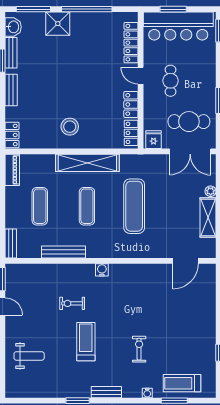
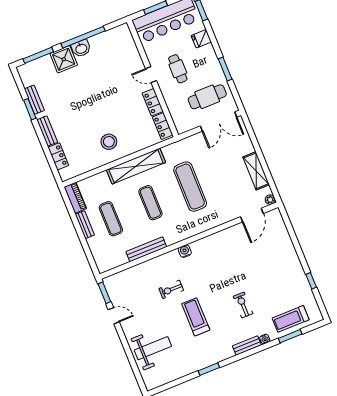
washbasin: (13, 27) -> (81, 48), moved, turned 90
locker: (131, 43) -> (132, 50), removed
locker: (12, 135) -> (58, 156), moved
fridge: (154, 140) -> (201, 39), moved, turned -90
plant: (211, 191) -> (270, 200), moved
bench: (11, 244) -> (85, 225), moved
weight bench: (29, 356) -> (153, 348), width x1.36, depth x1.33
bench: (106, 392) -> (247, 345), moved

